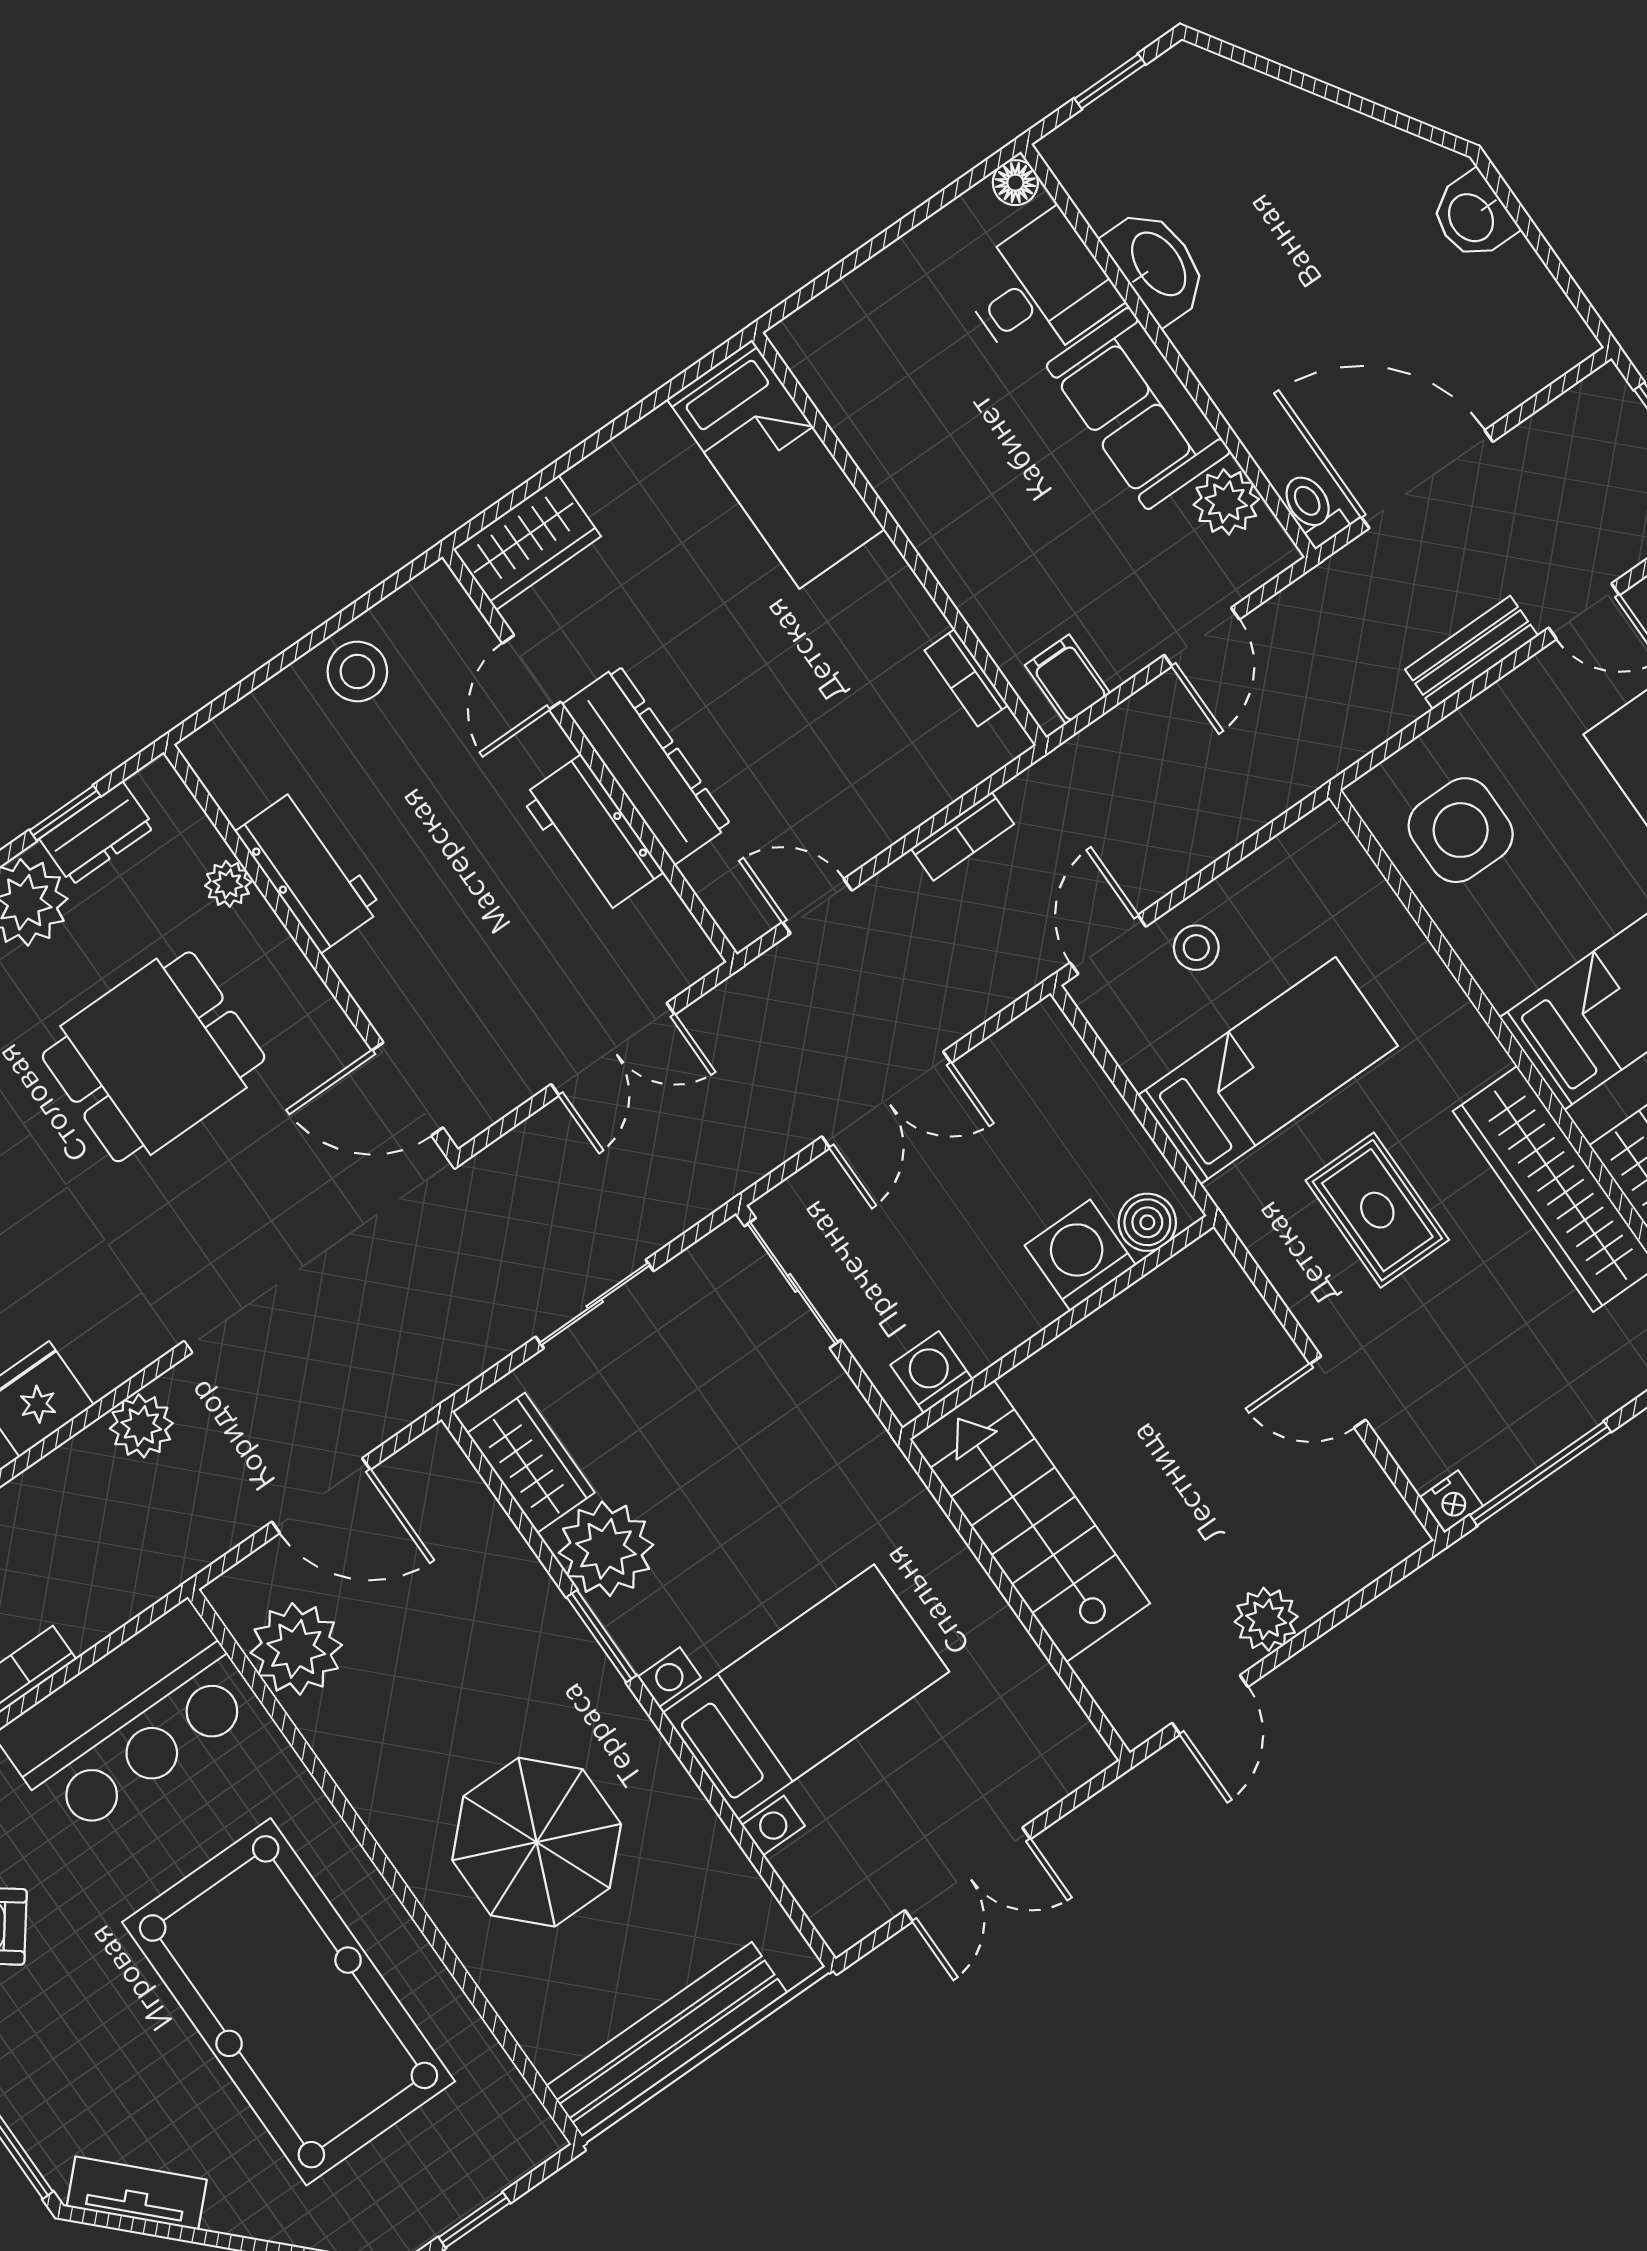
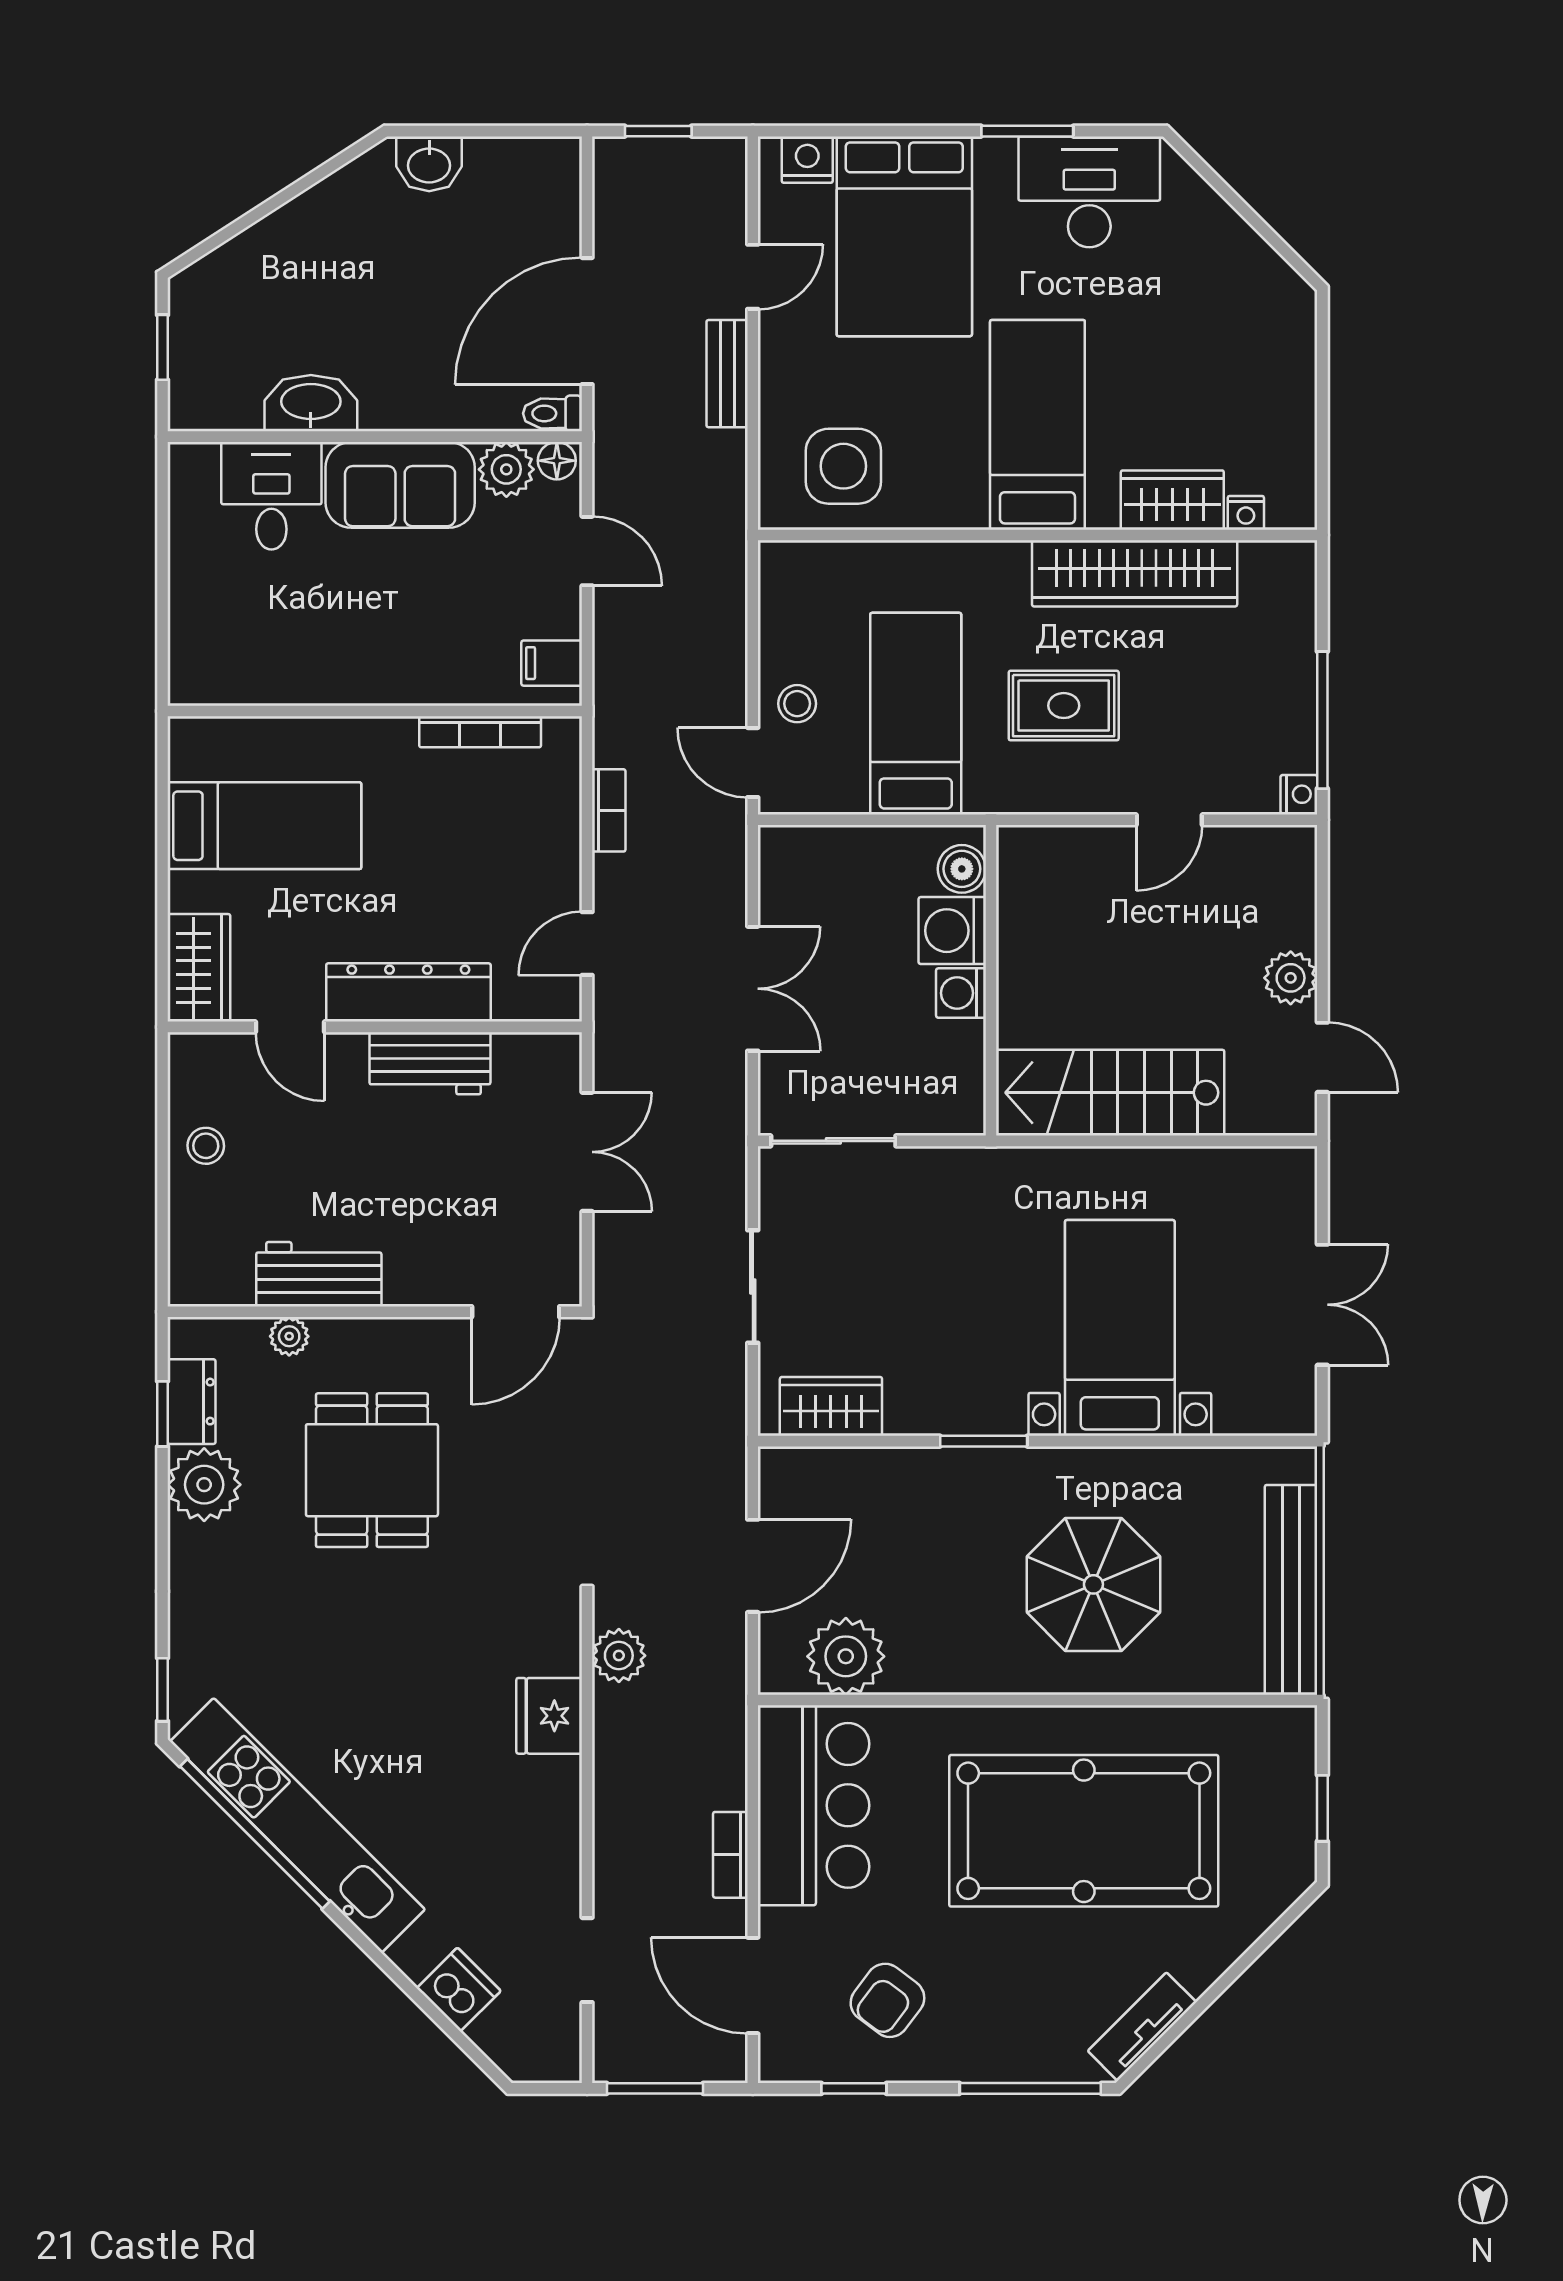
floor lamp: (1015, 183) -> (557, 461), moved
bed: (776, 464) -> (264, 826), moved
stool: (357, 672) -> (206, 1146), width x0.73, depth x0.73
bookcase: (966, 678) -> (480, 732), width x1.56
washing machine: (931, 1372) -> (961, 993), moved
plant: (606, 1549) -> (926, 1396), removed

